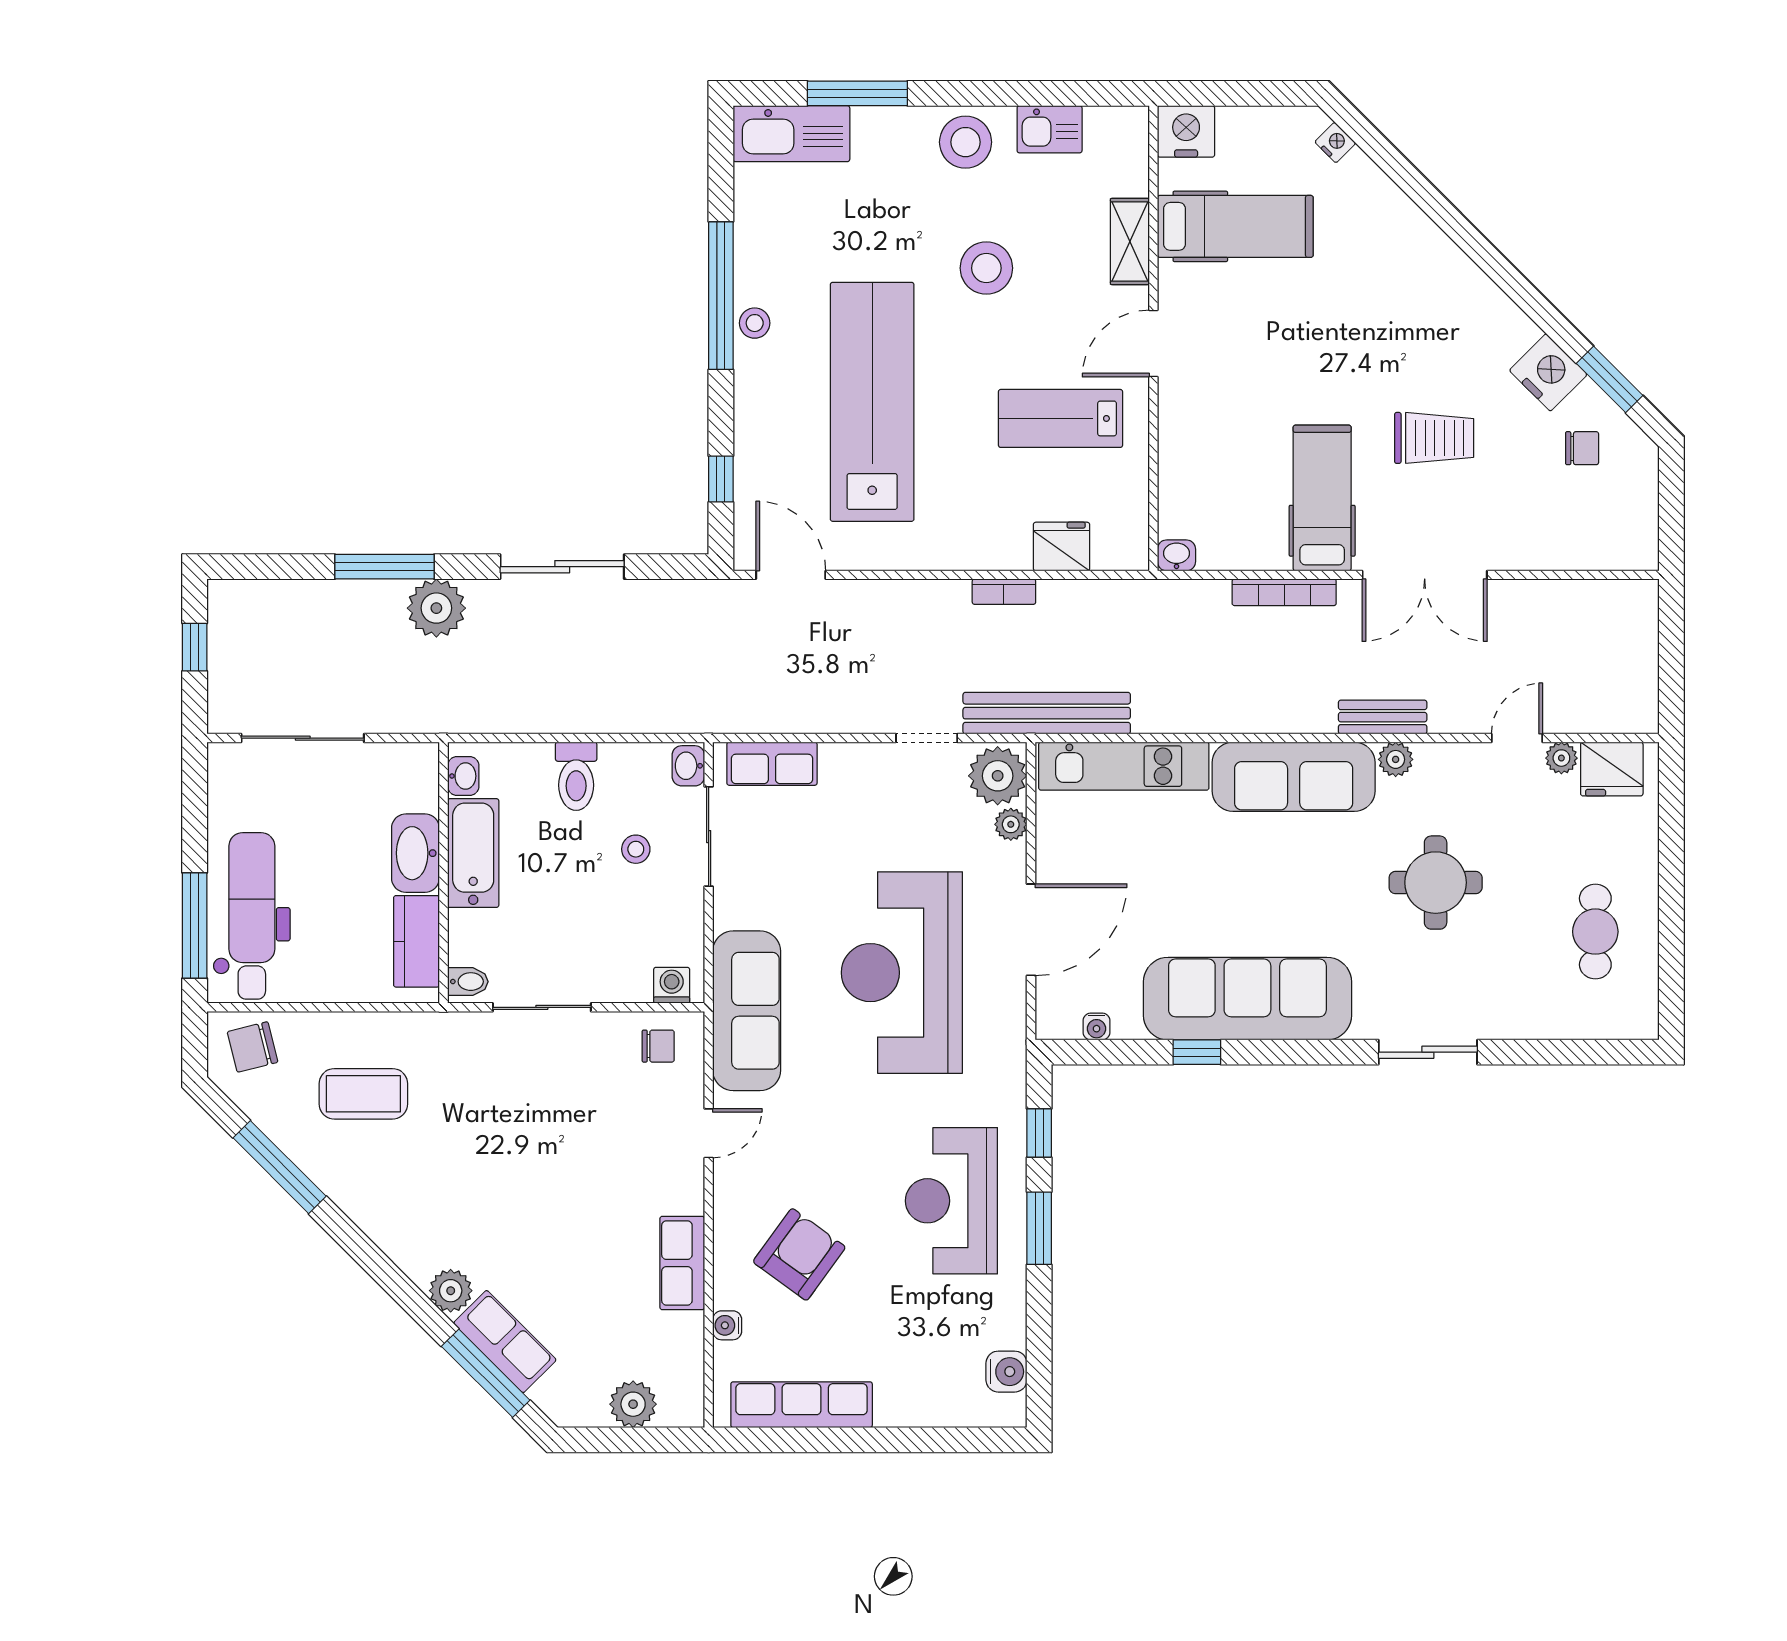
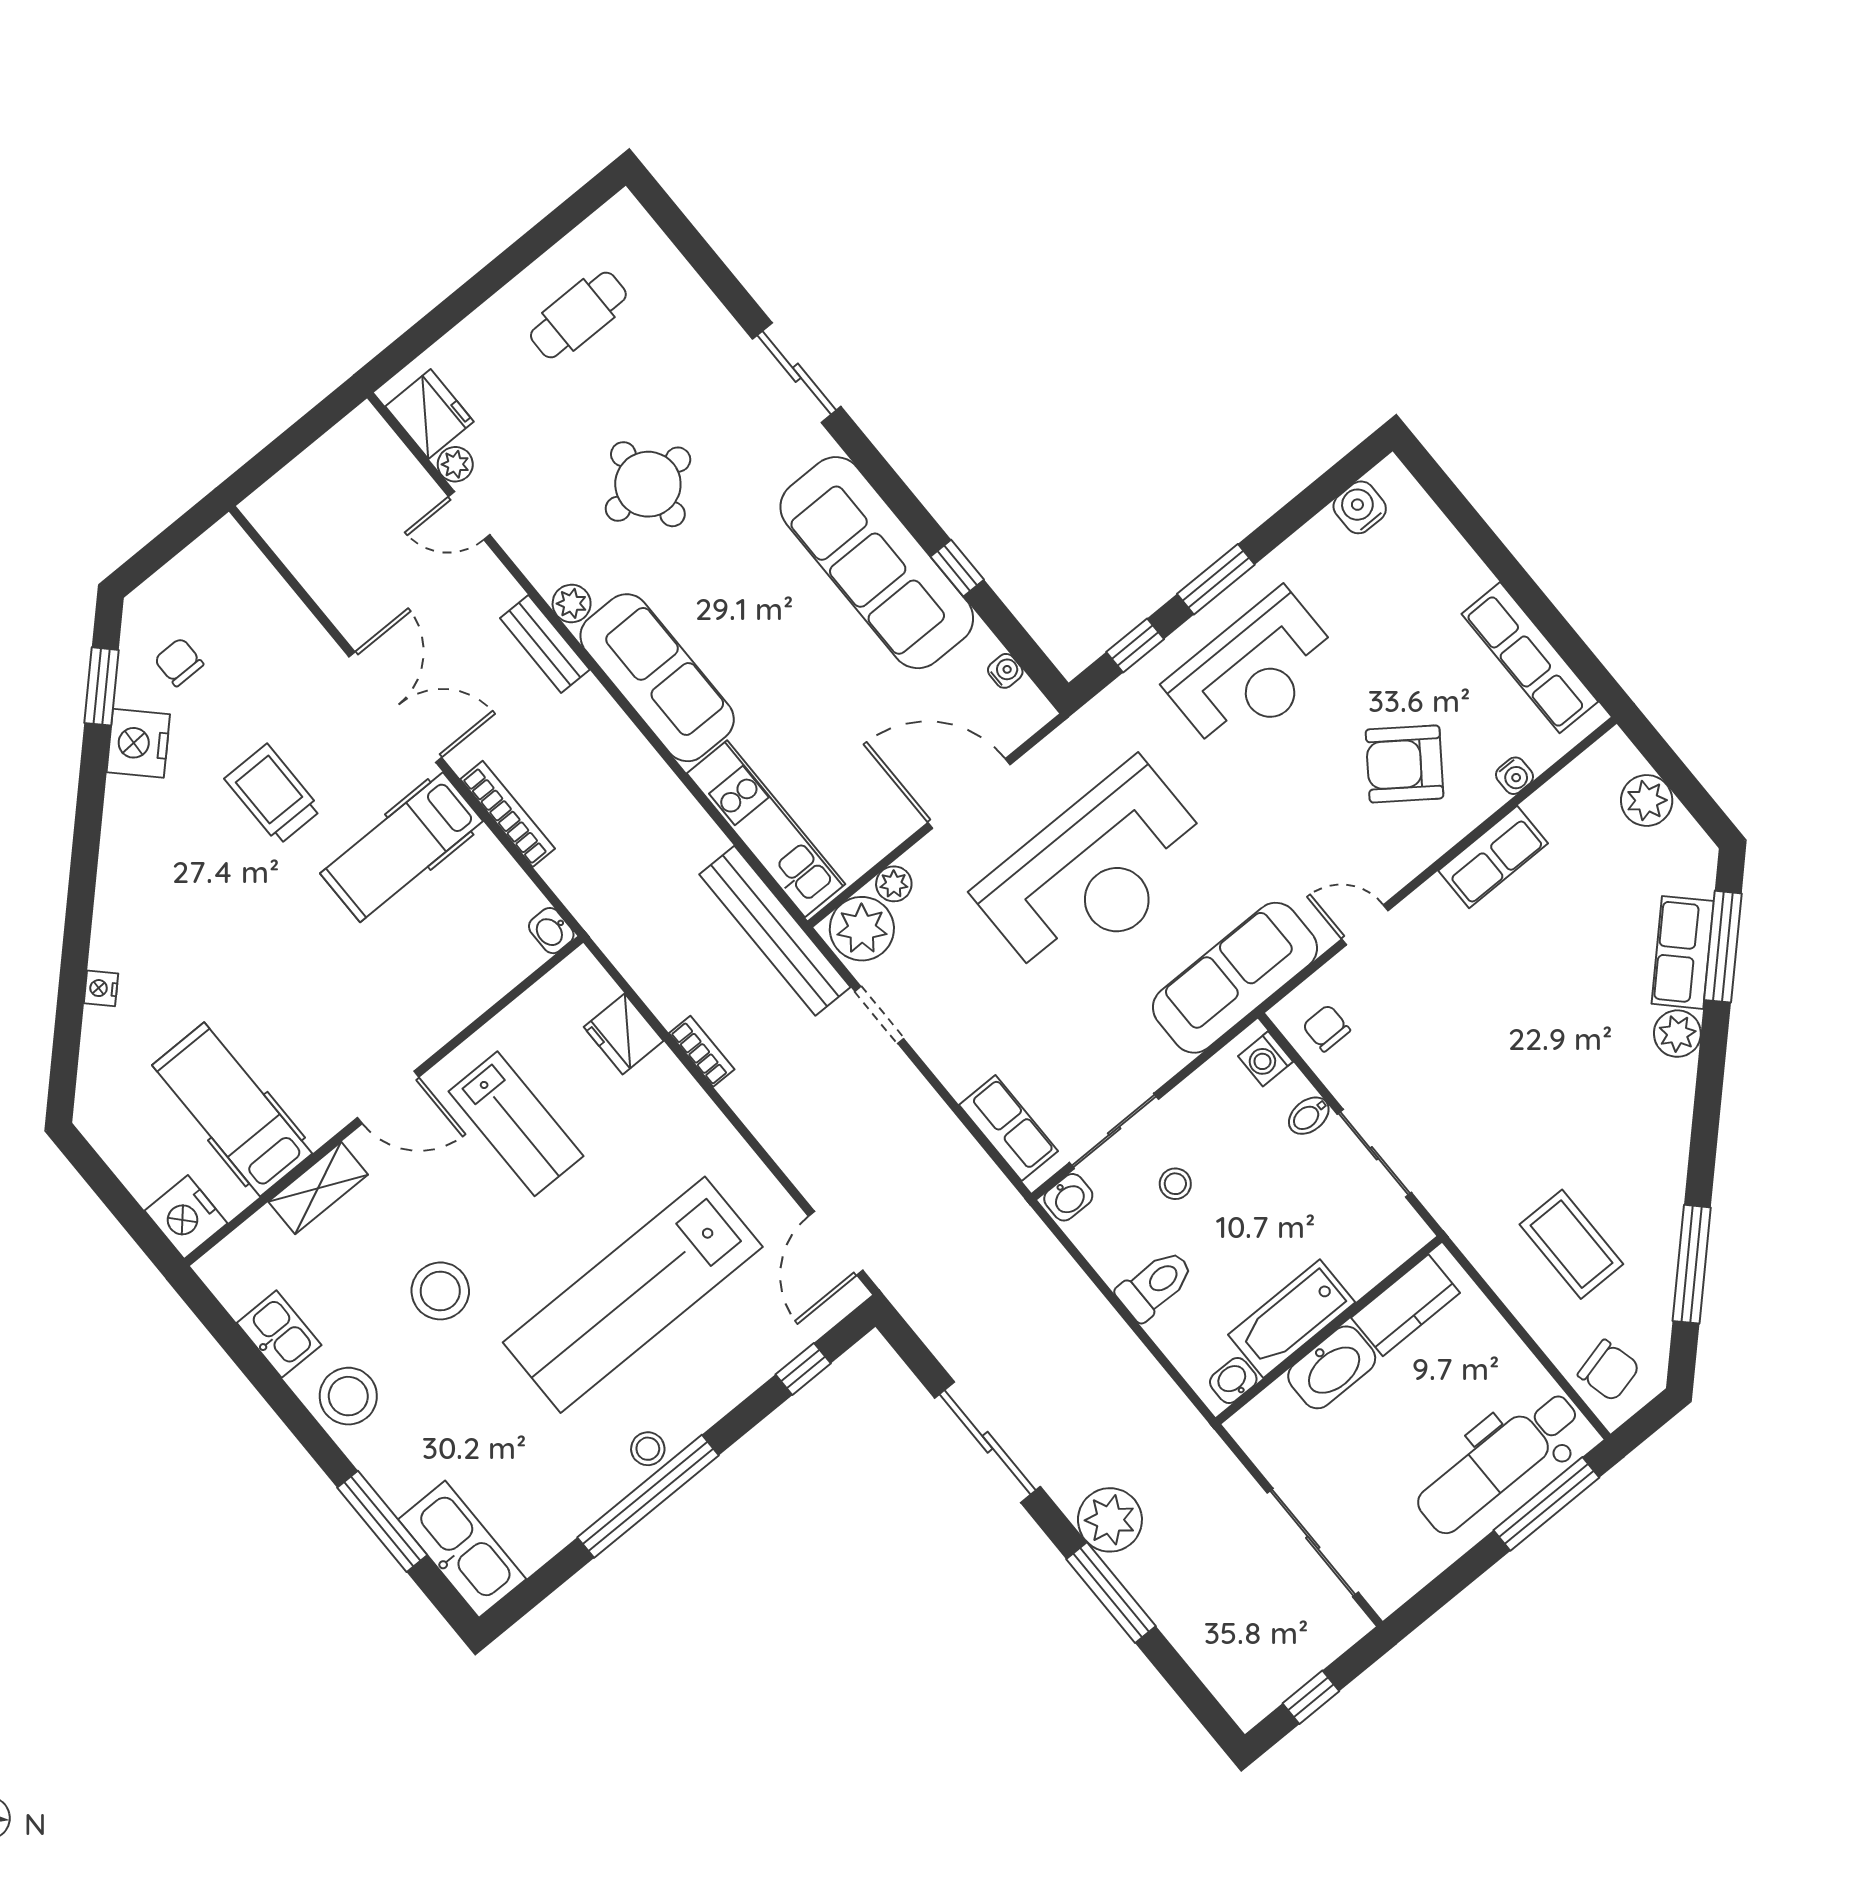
nightstand: (1335, 143) -> (101, 988), moved
bidet: (468, 982) -> (1309, 1116), moved, turned -90

